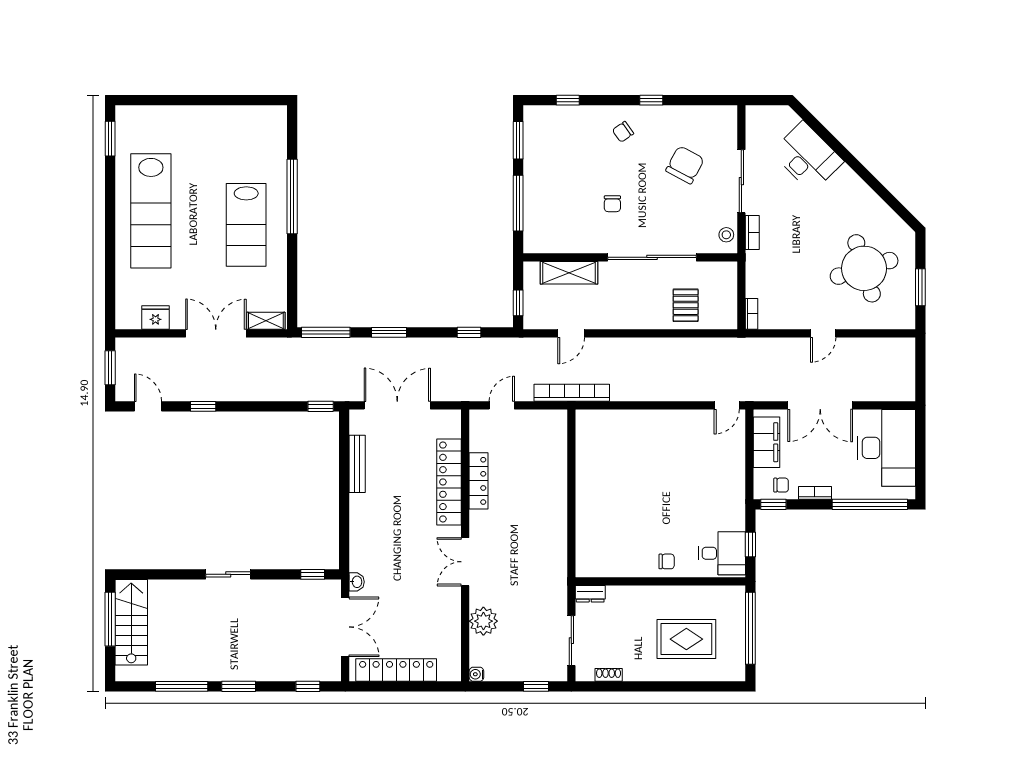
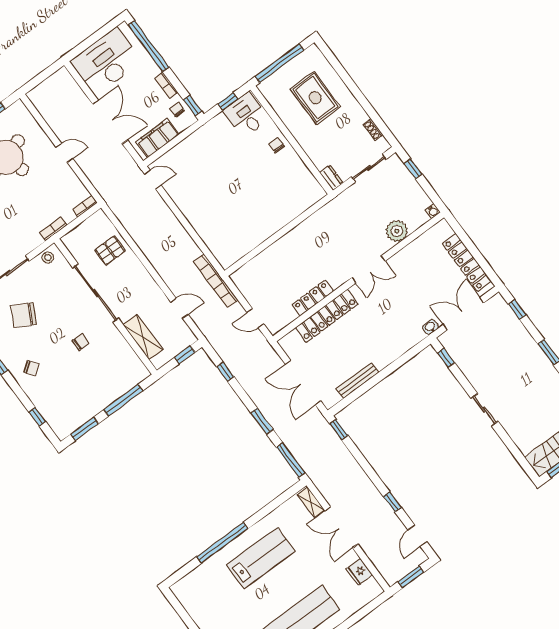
bookcase: (752, 233) -> (53, 229), moved

